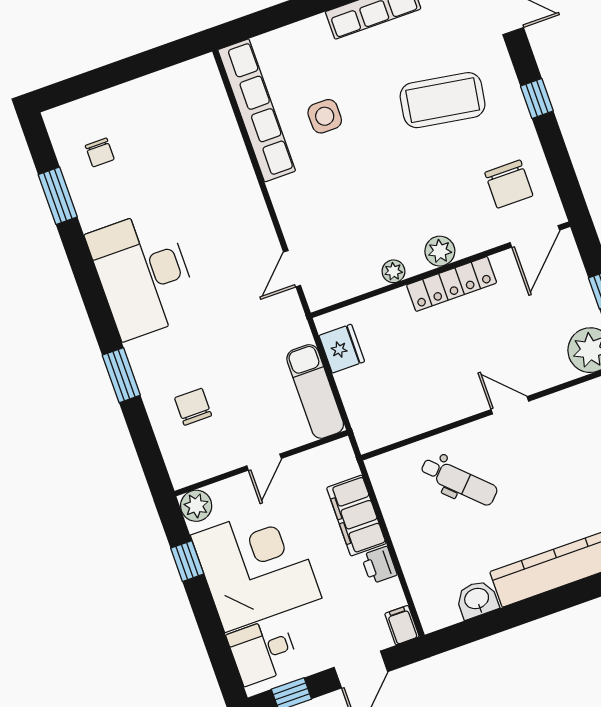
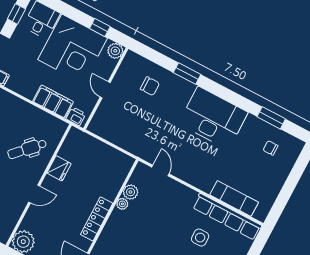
plant: (440, 251) -> (131, 192), moved
fridge: (342, 349) -> (59, 168), moved, turned -90
exam couch: (315, 391) -> (234, 198), moved
printer: (379, 565) -> (76, 116), moved

